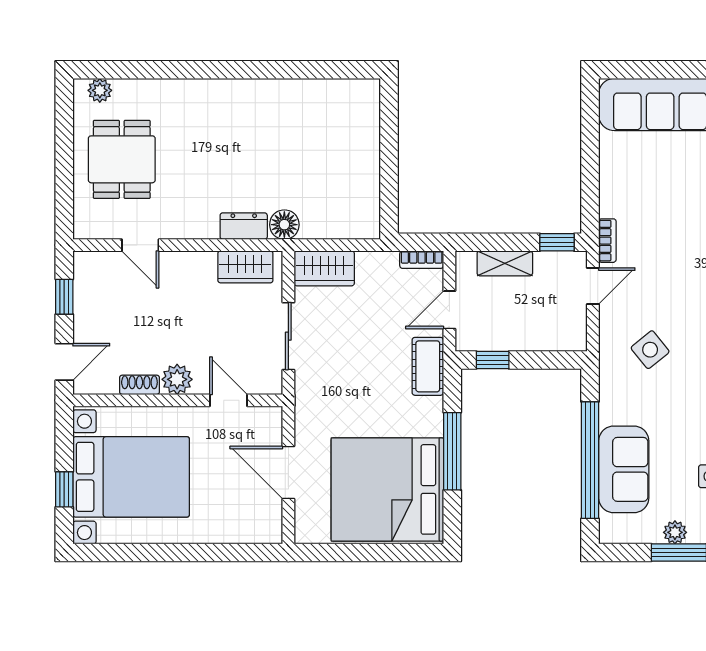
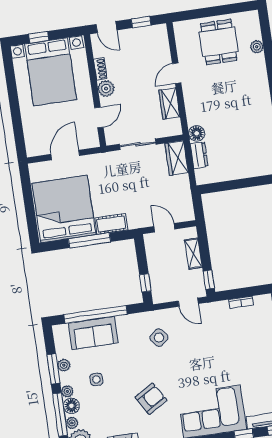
plant: (100, 90) -> (257, 47), moved
dining table: (122, 159) -> (219, 42), turned 90
dresser: (244, 226) -> (199, 155), moved
bookcase: (607, 241) -> (241, 302), moved
door: (140, 245) -> (177, 73), moved
bookcase: (422, 260) -> (189, 209), removed
wardrobe: (245, 267) -> (169, 104), moved
window: (493, 360) -> (145, 283), moved
cot: (428, 366) -> (111, 224), moved

